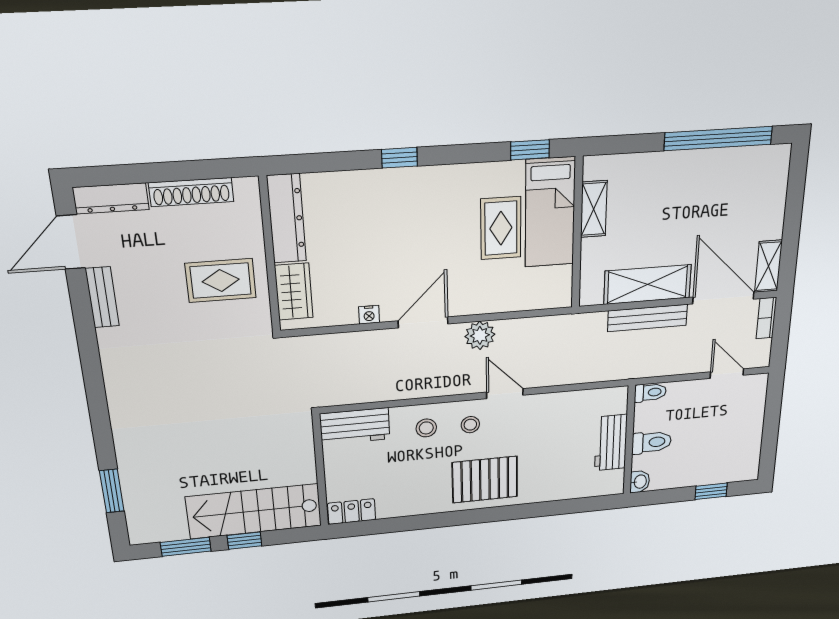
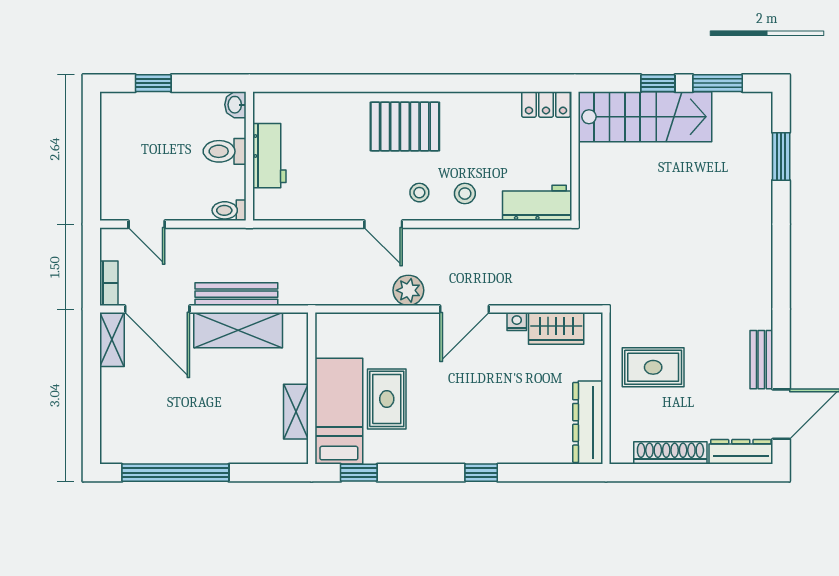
wardrobe: (294, 292) -> (556, 328), moved, turned -90

